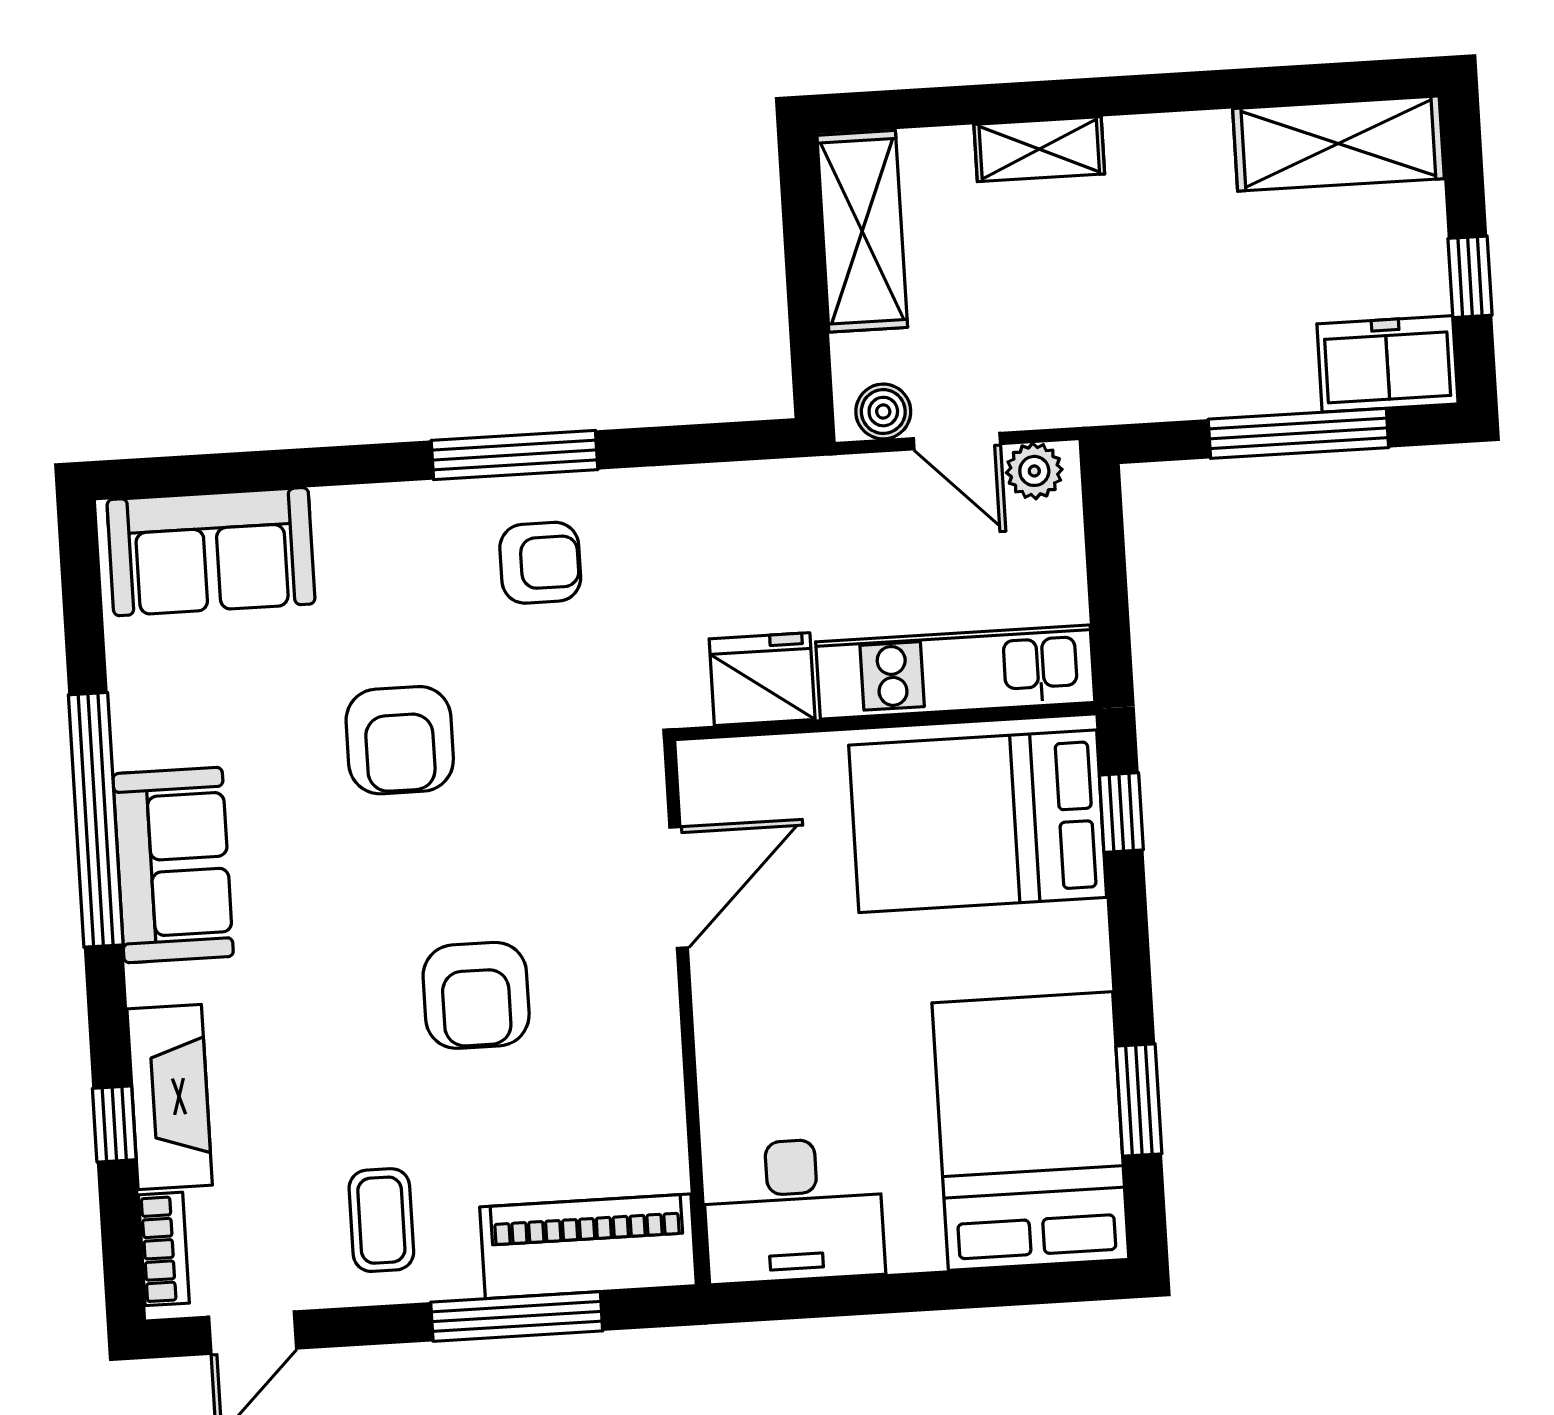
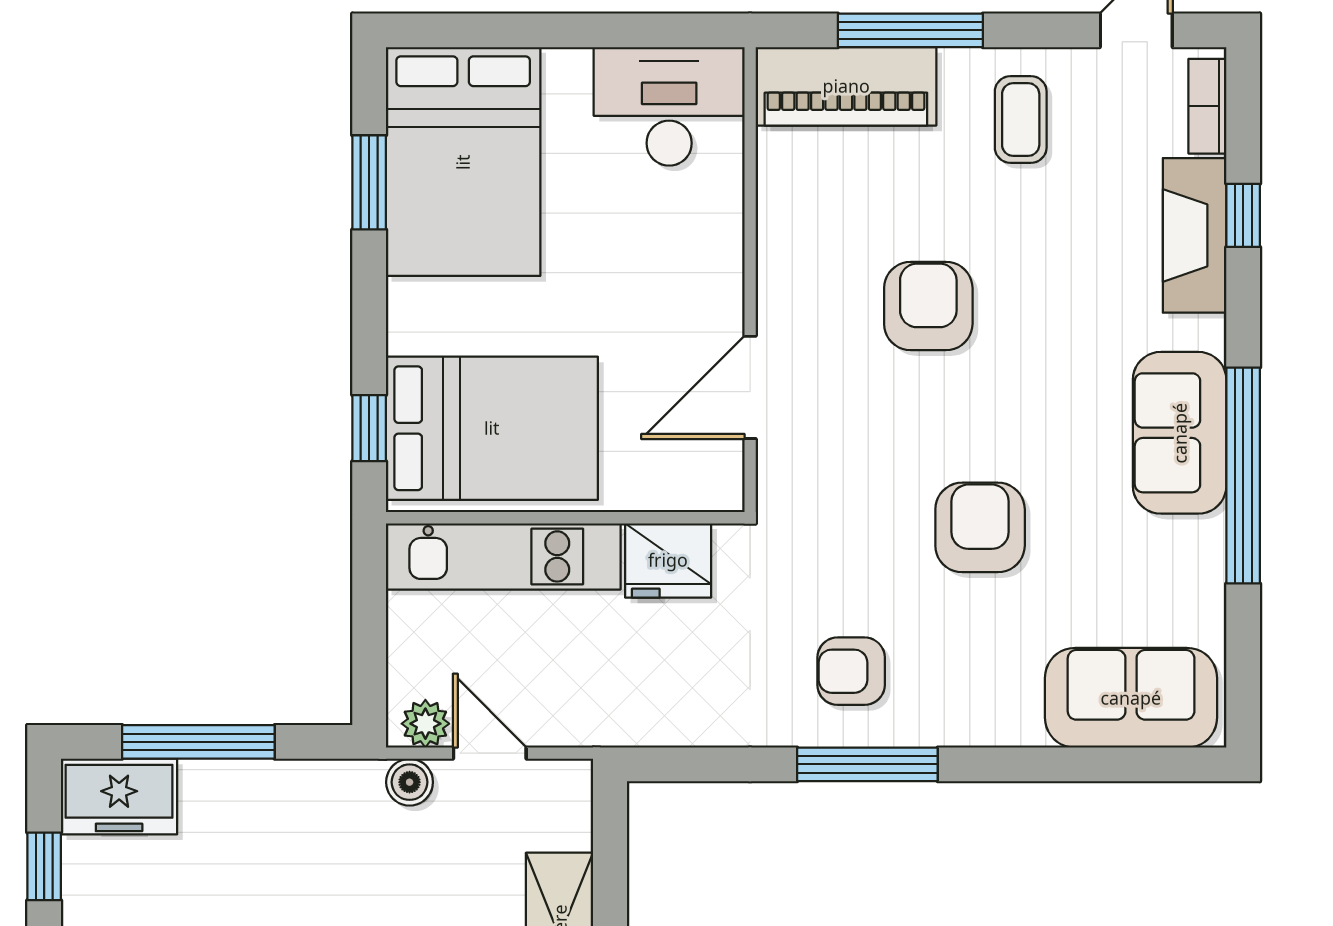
boiler: (883, 412) -> (410, 782), moved

